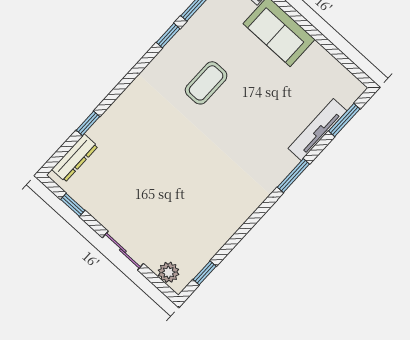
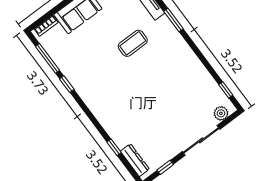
coffee table: (206, 83) -> (133, 43), moved, turned 90
sliding door: (123, 251) -> (201, 140), width x1.37

